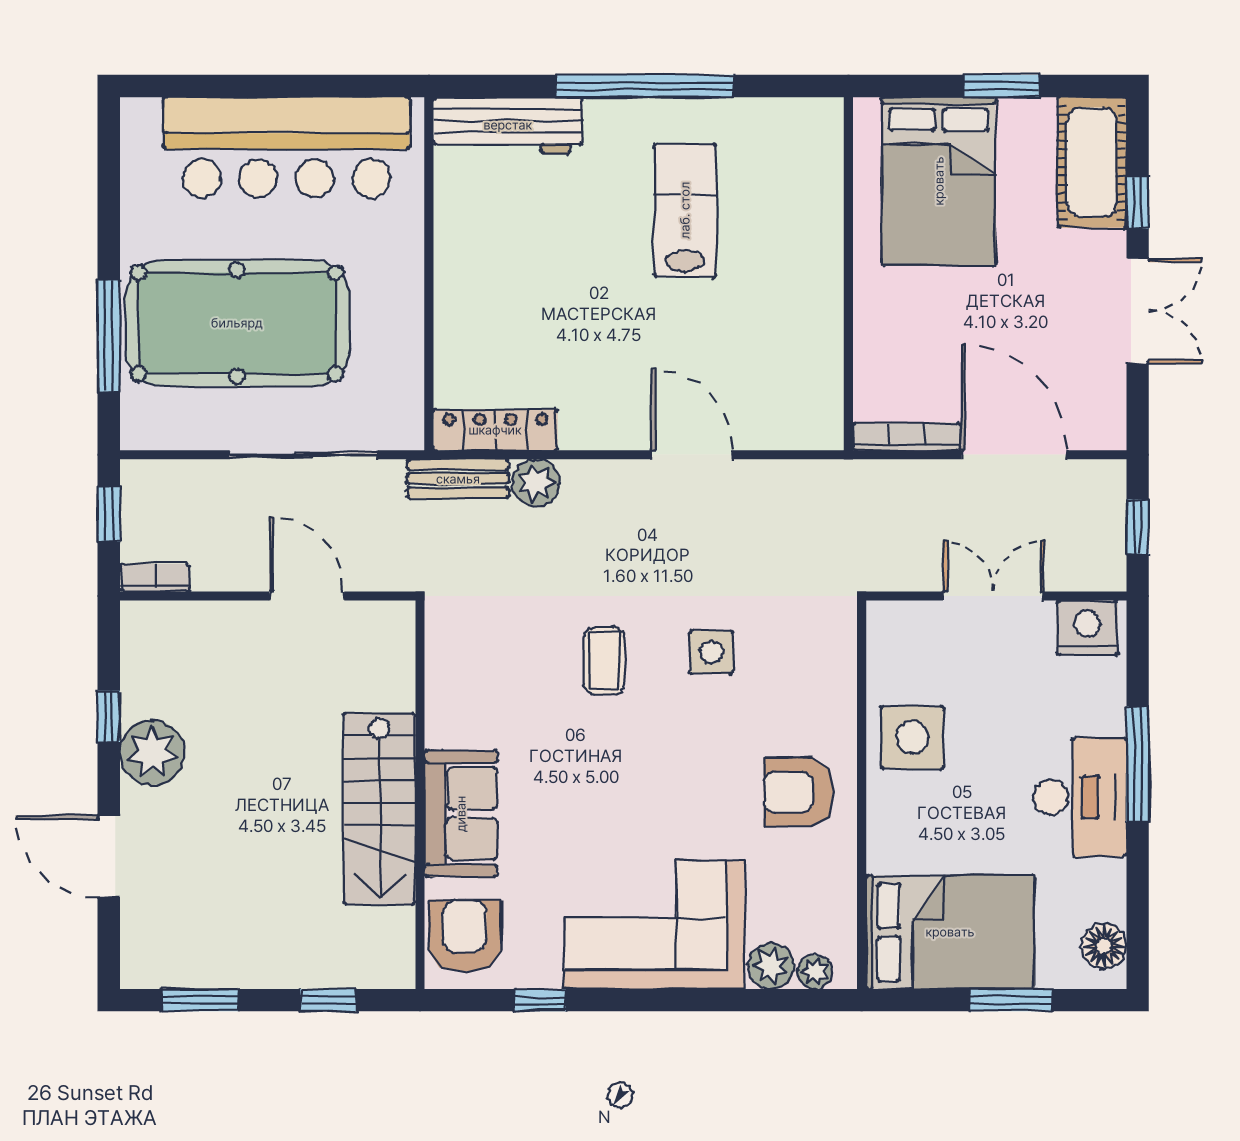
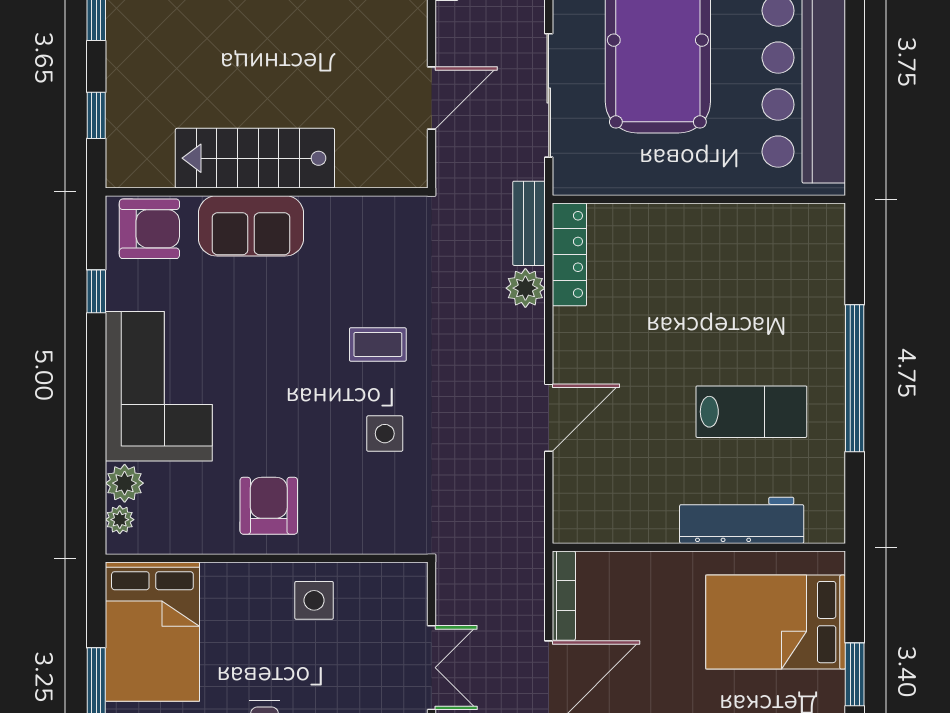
workbench: (508, 125) -> (742, 520), moved, turned 90
side table: (912, 738) -> (314, 600), width x0.73, depth x0.73

